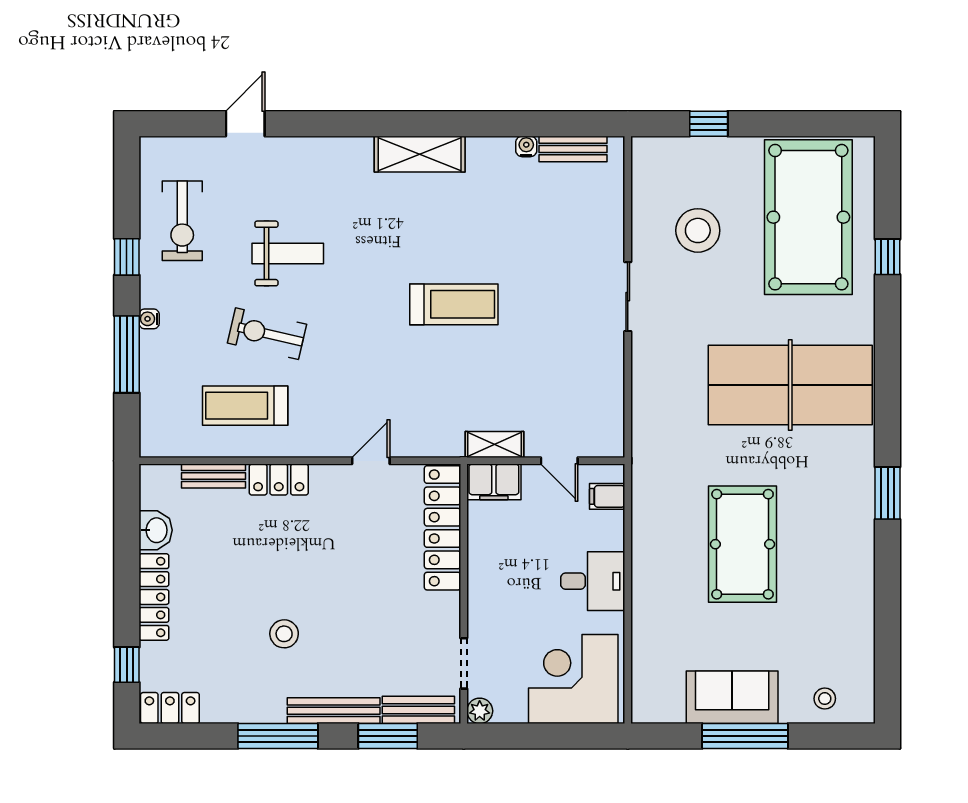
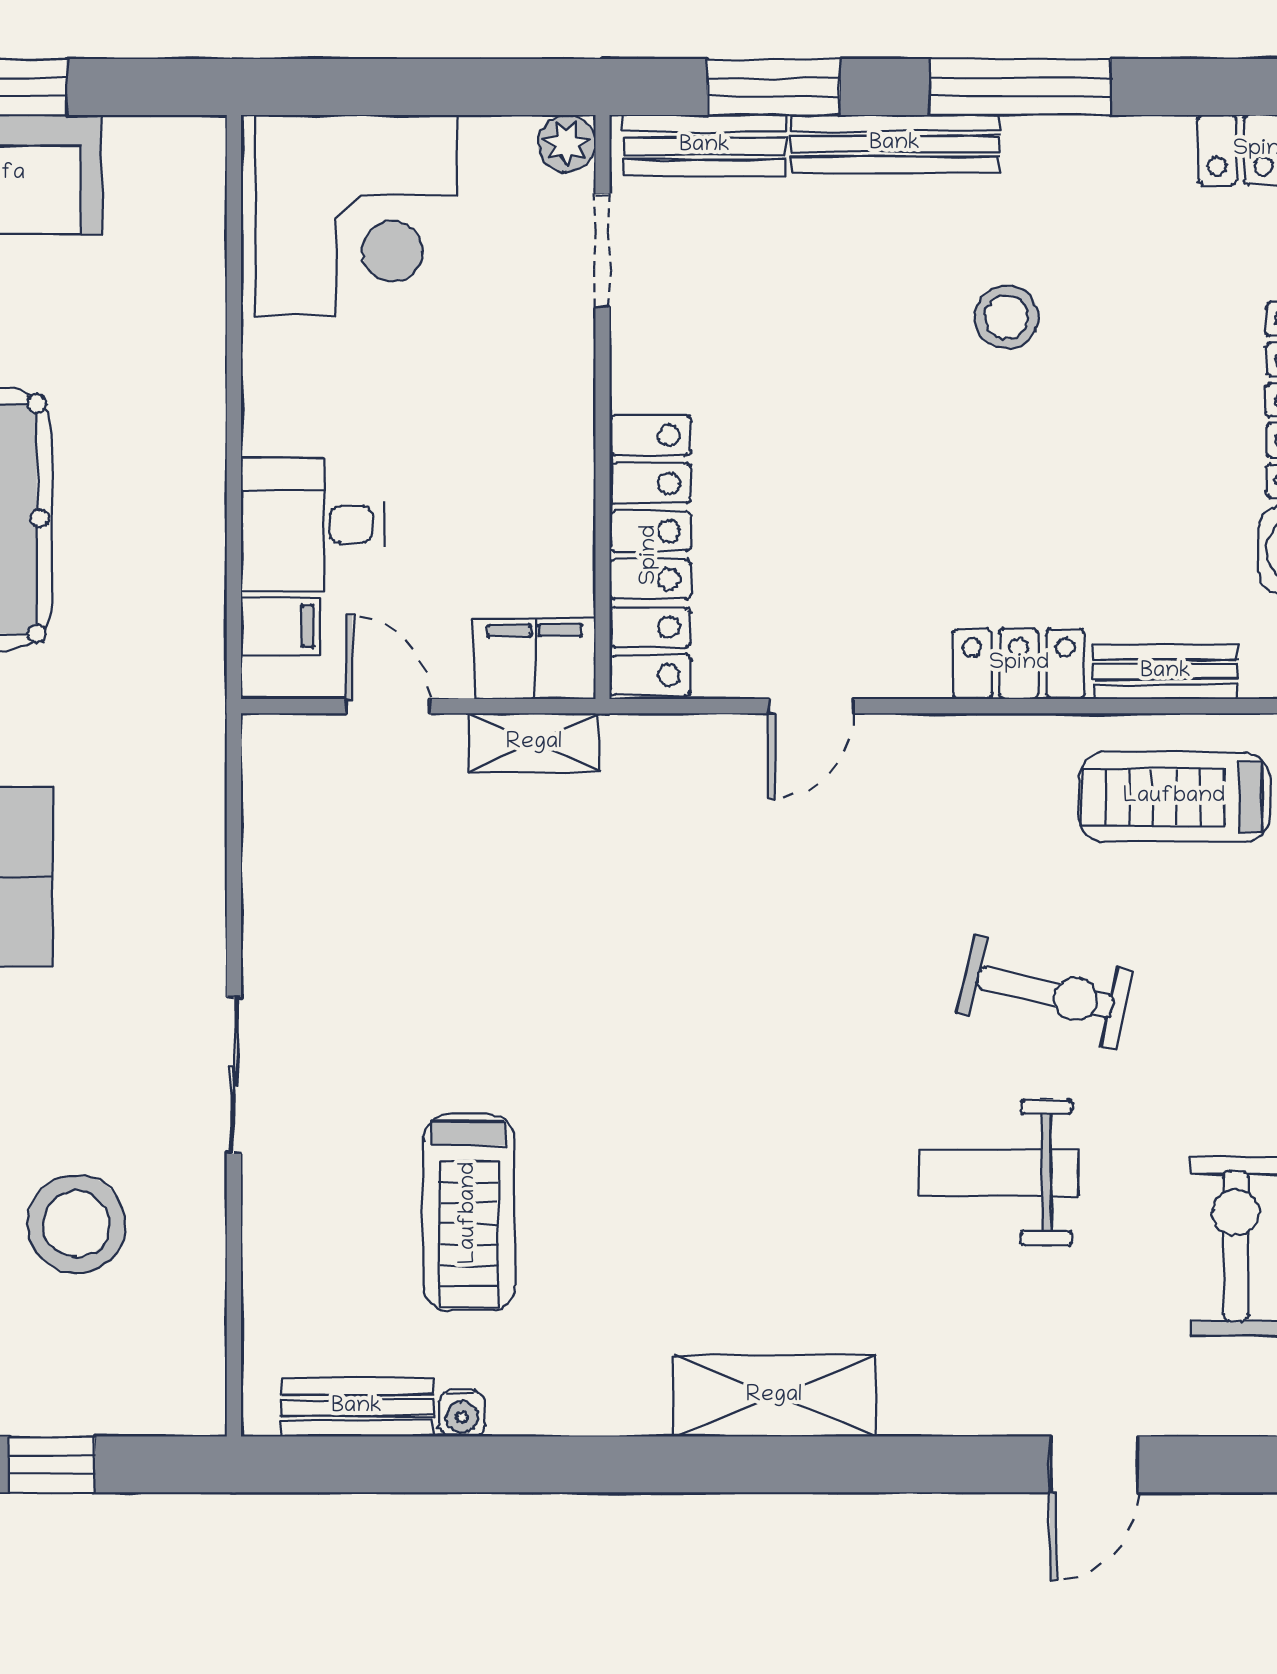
shelving: (420, 154) -> (774, 1396), moved
treadmill: (454, 304) -> (469, 1213), moved, turned -90
treadmill: (245, 406) -> (1174, 797), moved, turned 180
desk: (593, 581) -> (312, 525), moved

